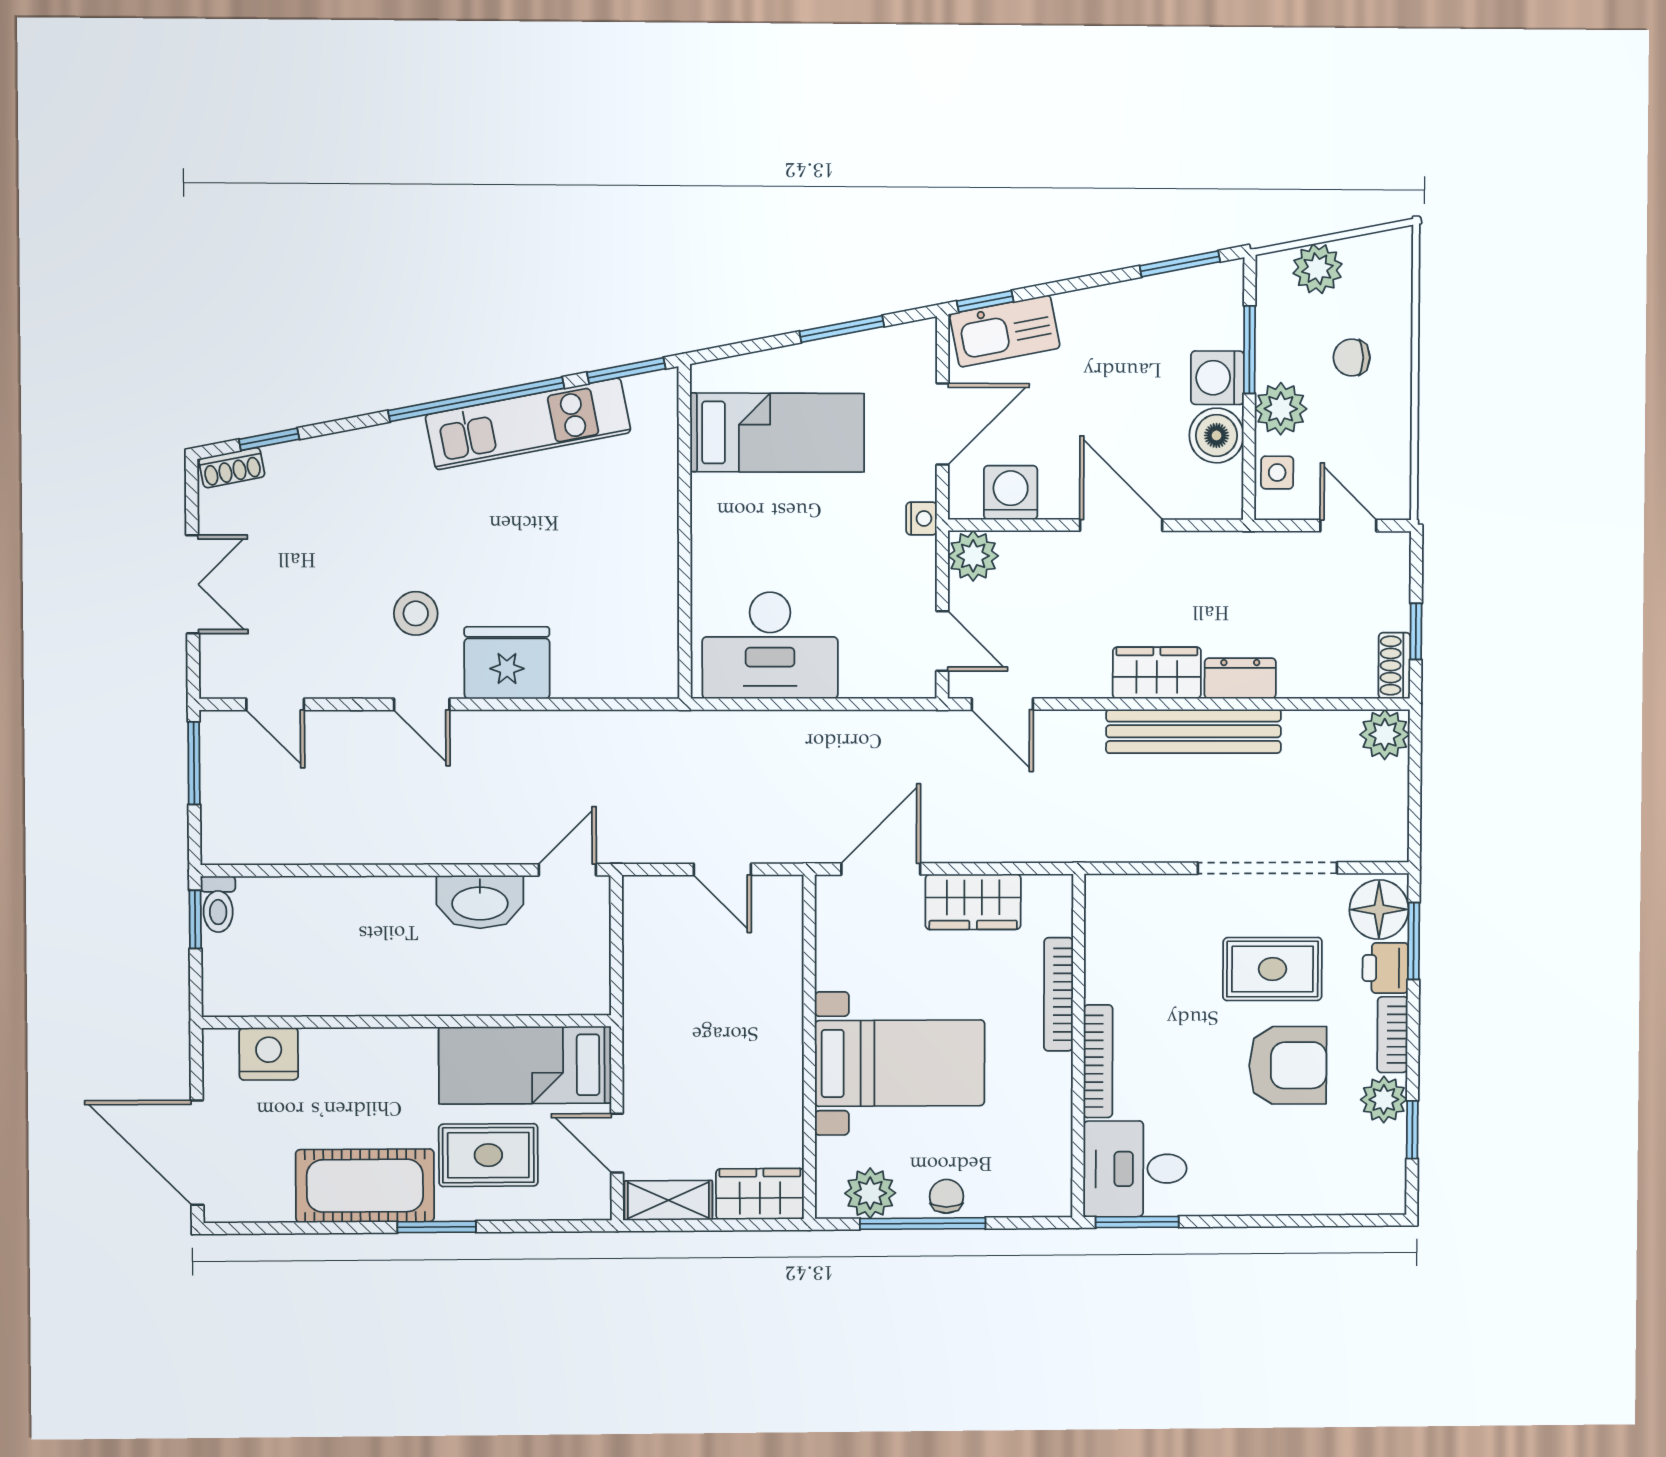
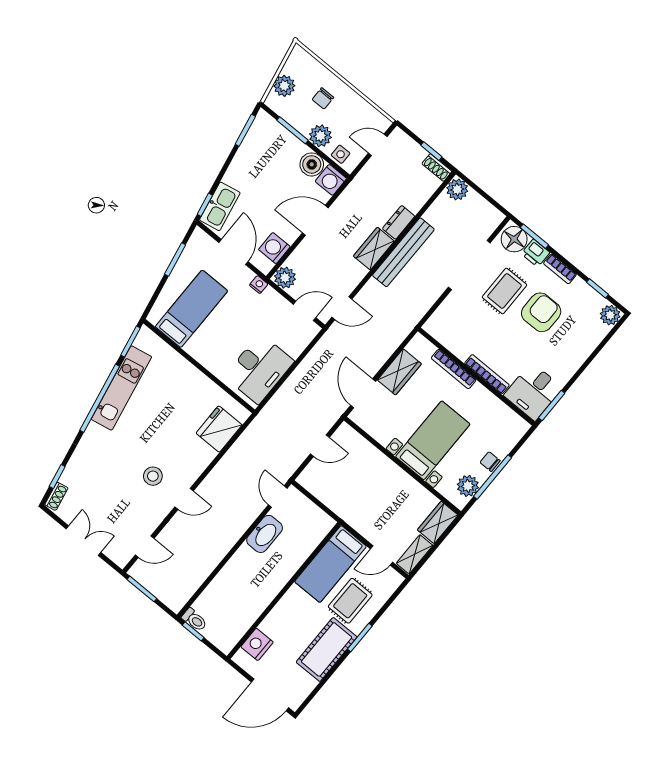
washing machine: (1217, 378) -> (331, 180), moved
fridge: (507, 663) -> (219, 429), moved
plant: (1384, 1100) -> (610, 315), moved

